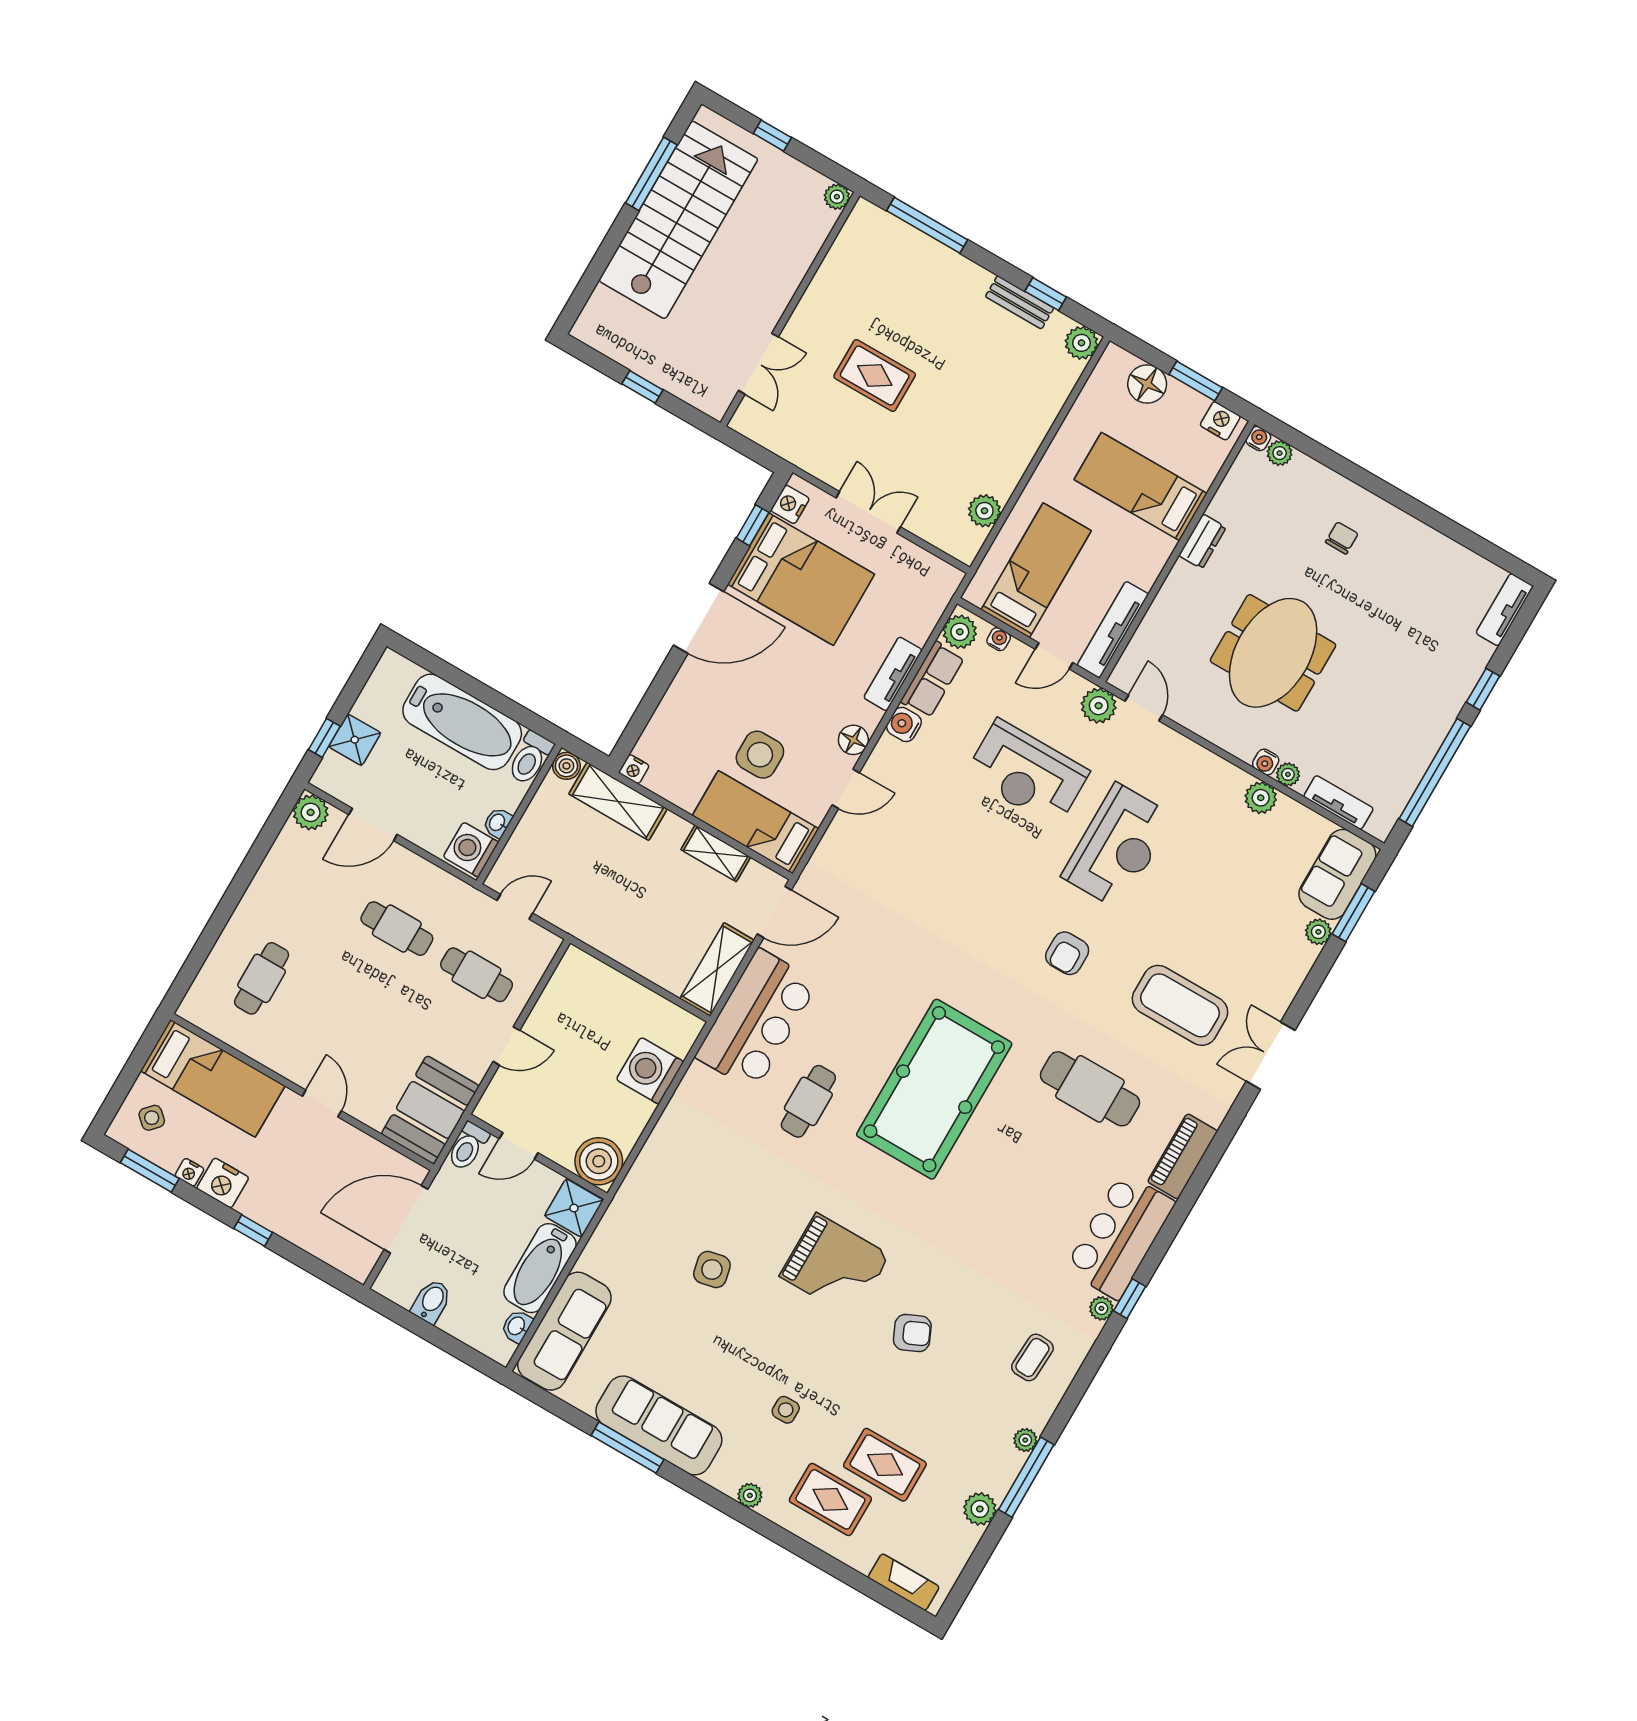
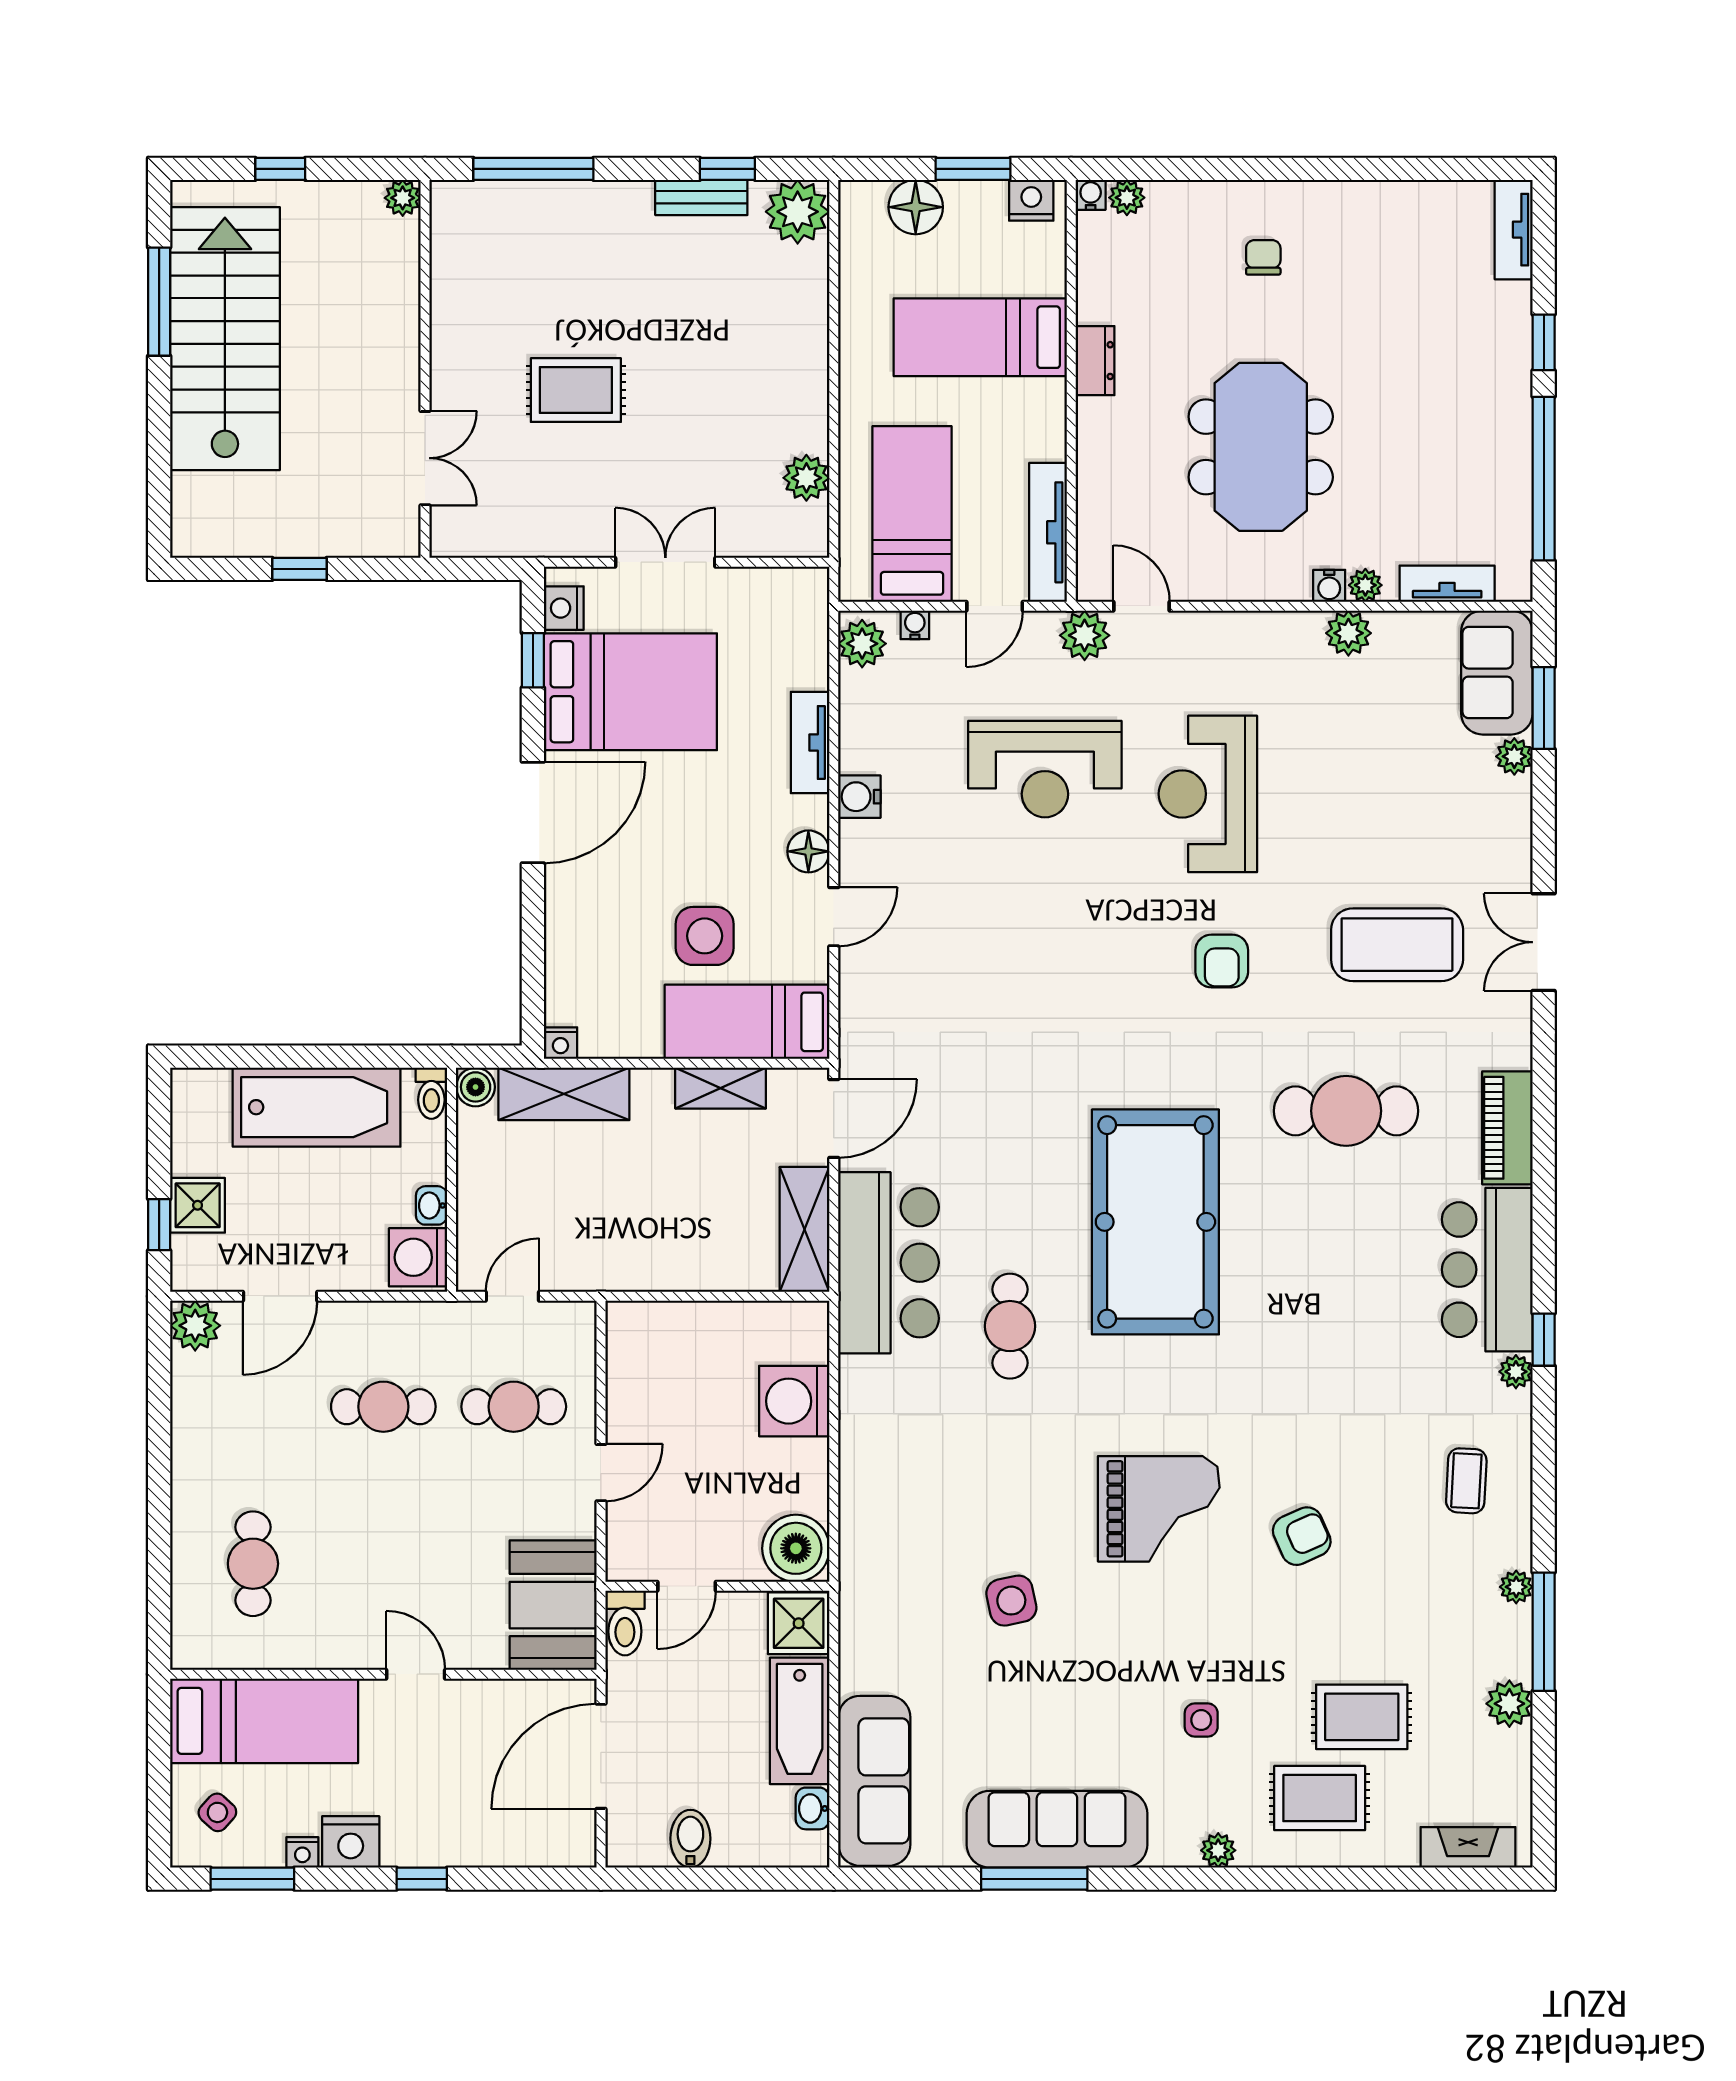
plant: (1082, 343) -> (798, 212), width x1.36, depth x1.36
row of seats: (932, 680) -> (862, 721), removed
toilet: (530, 758) -> (431, 1093), width x0.73, depth x0.72
reception desk: (1118, 846) -> (1208, 794), turned 180

